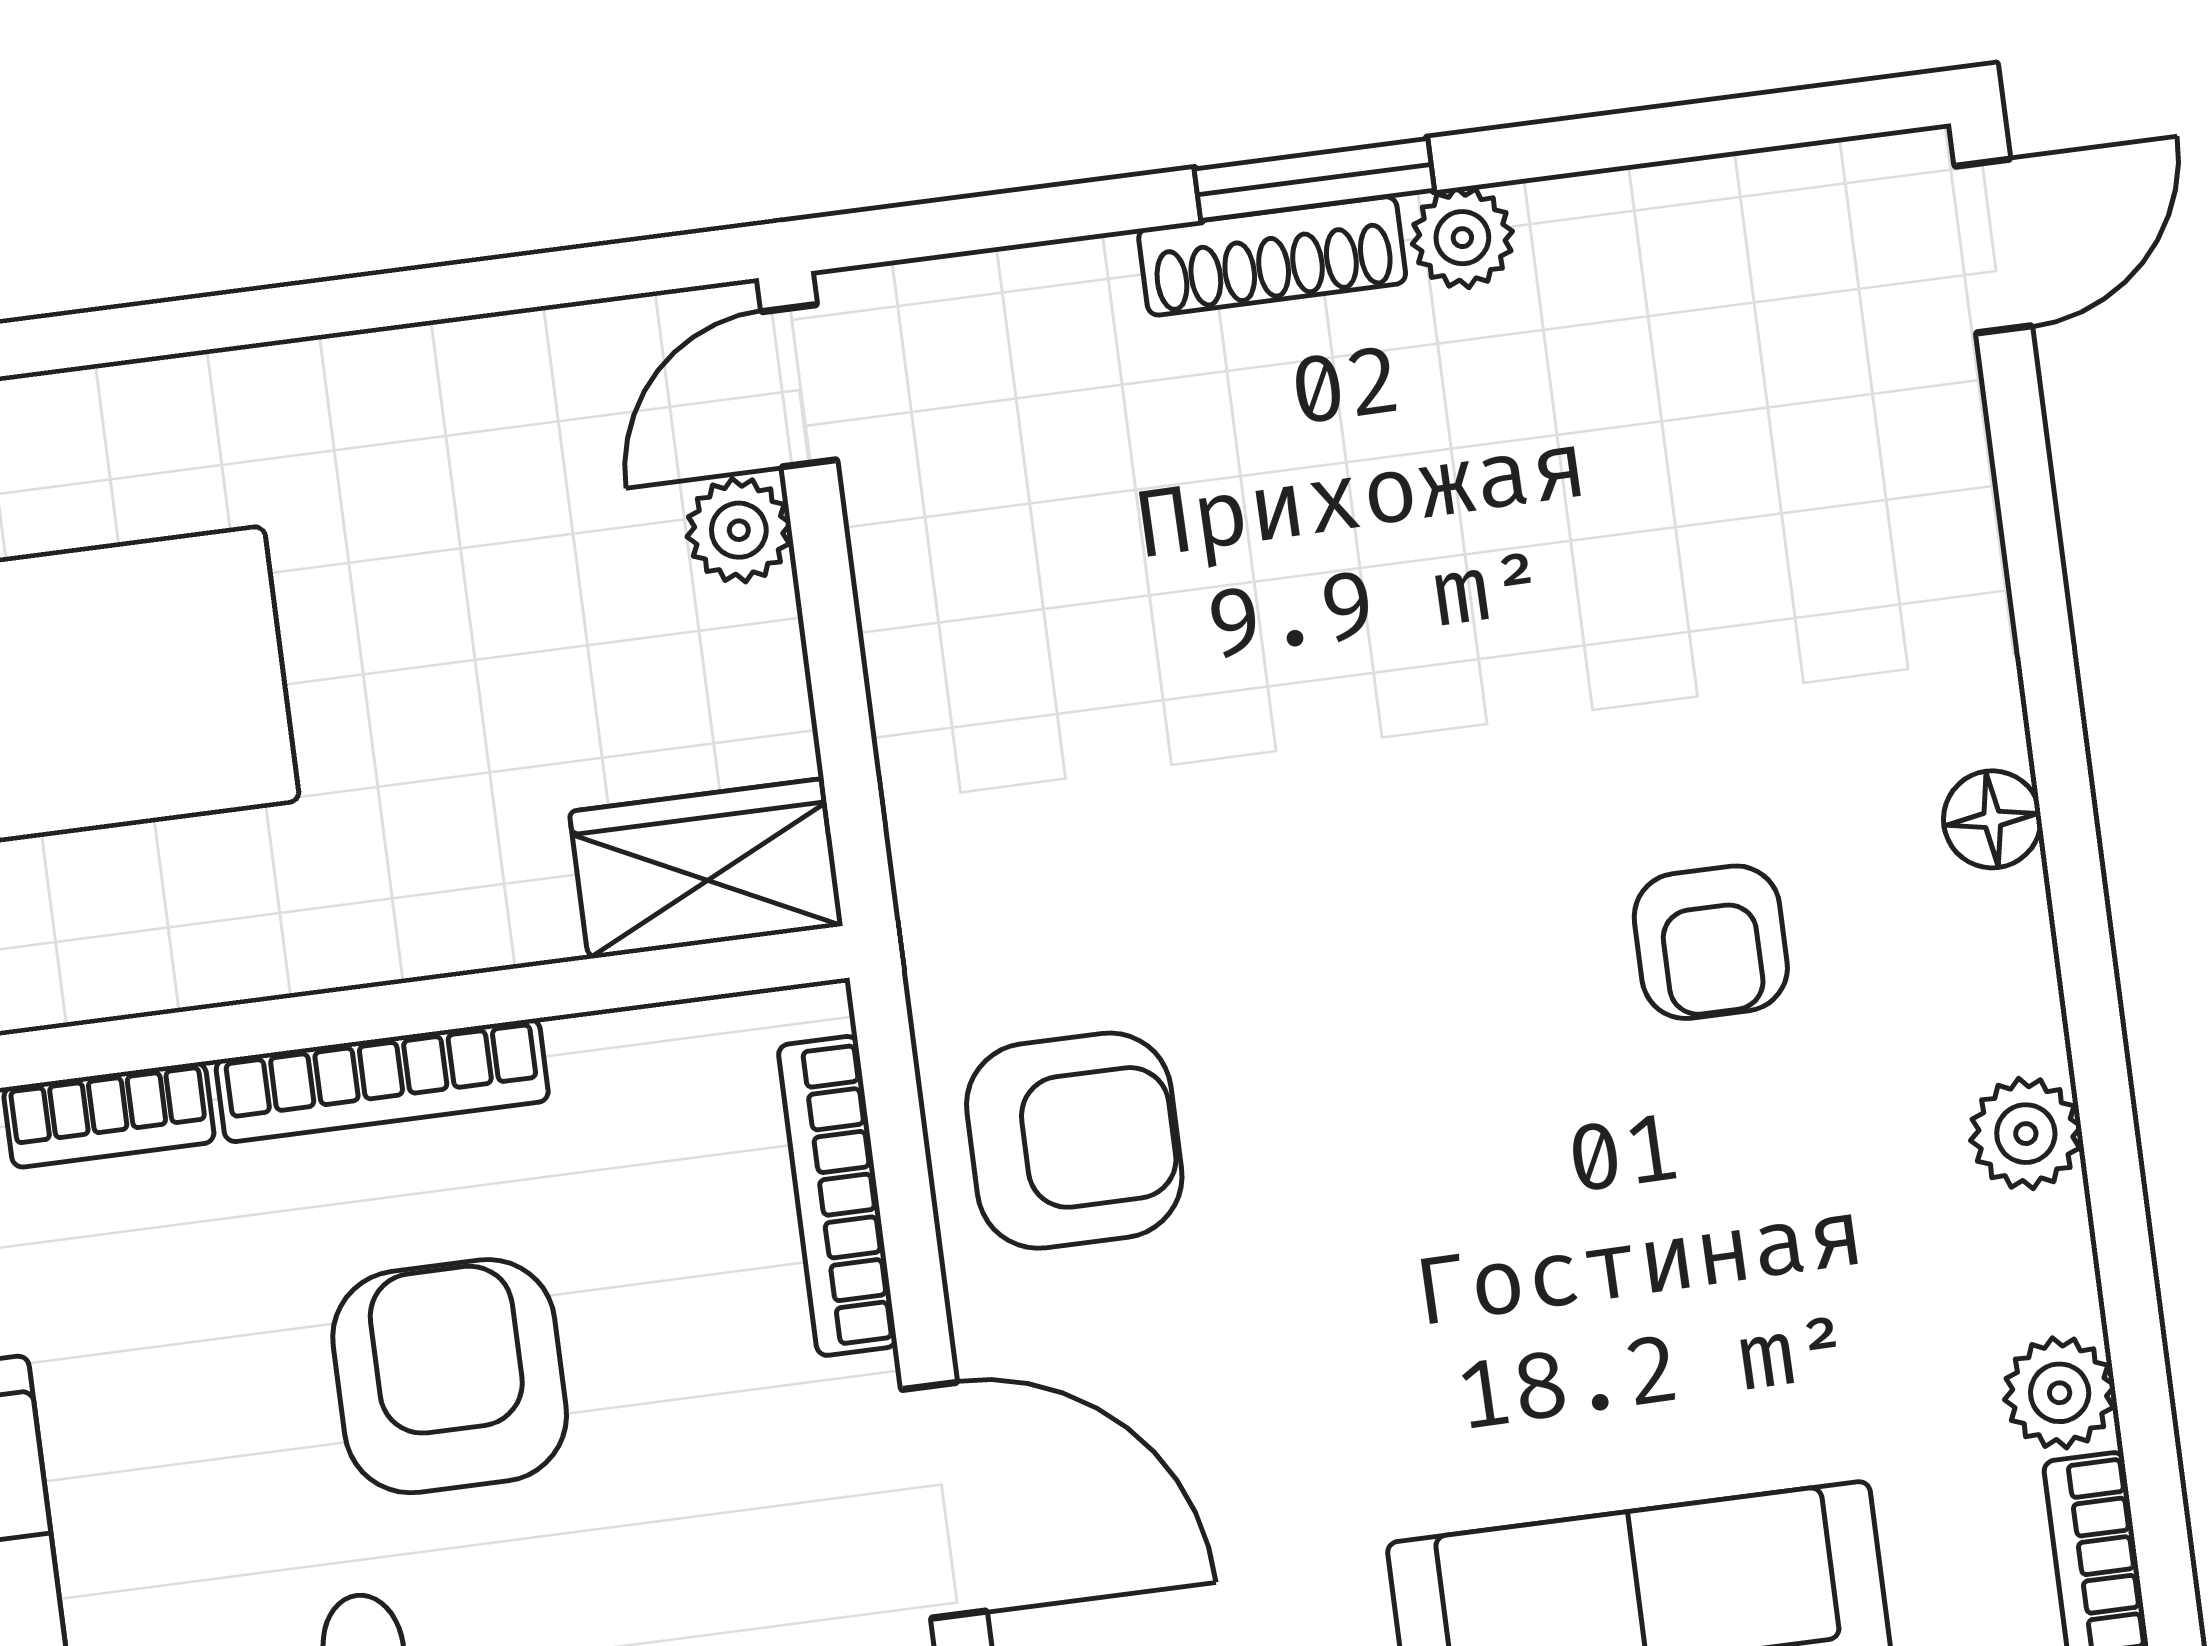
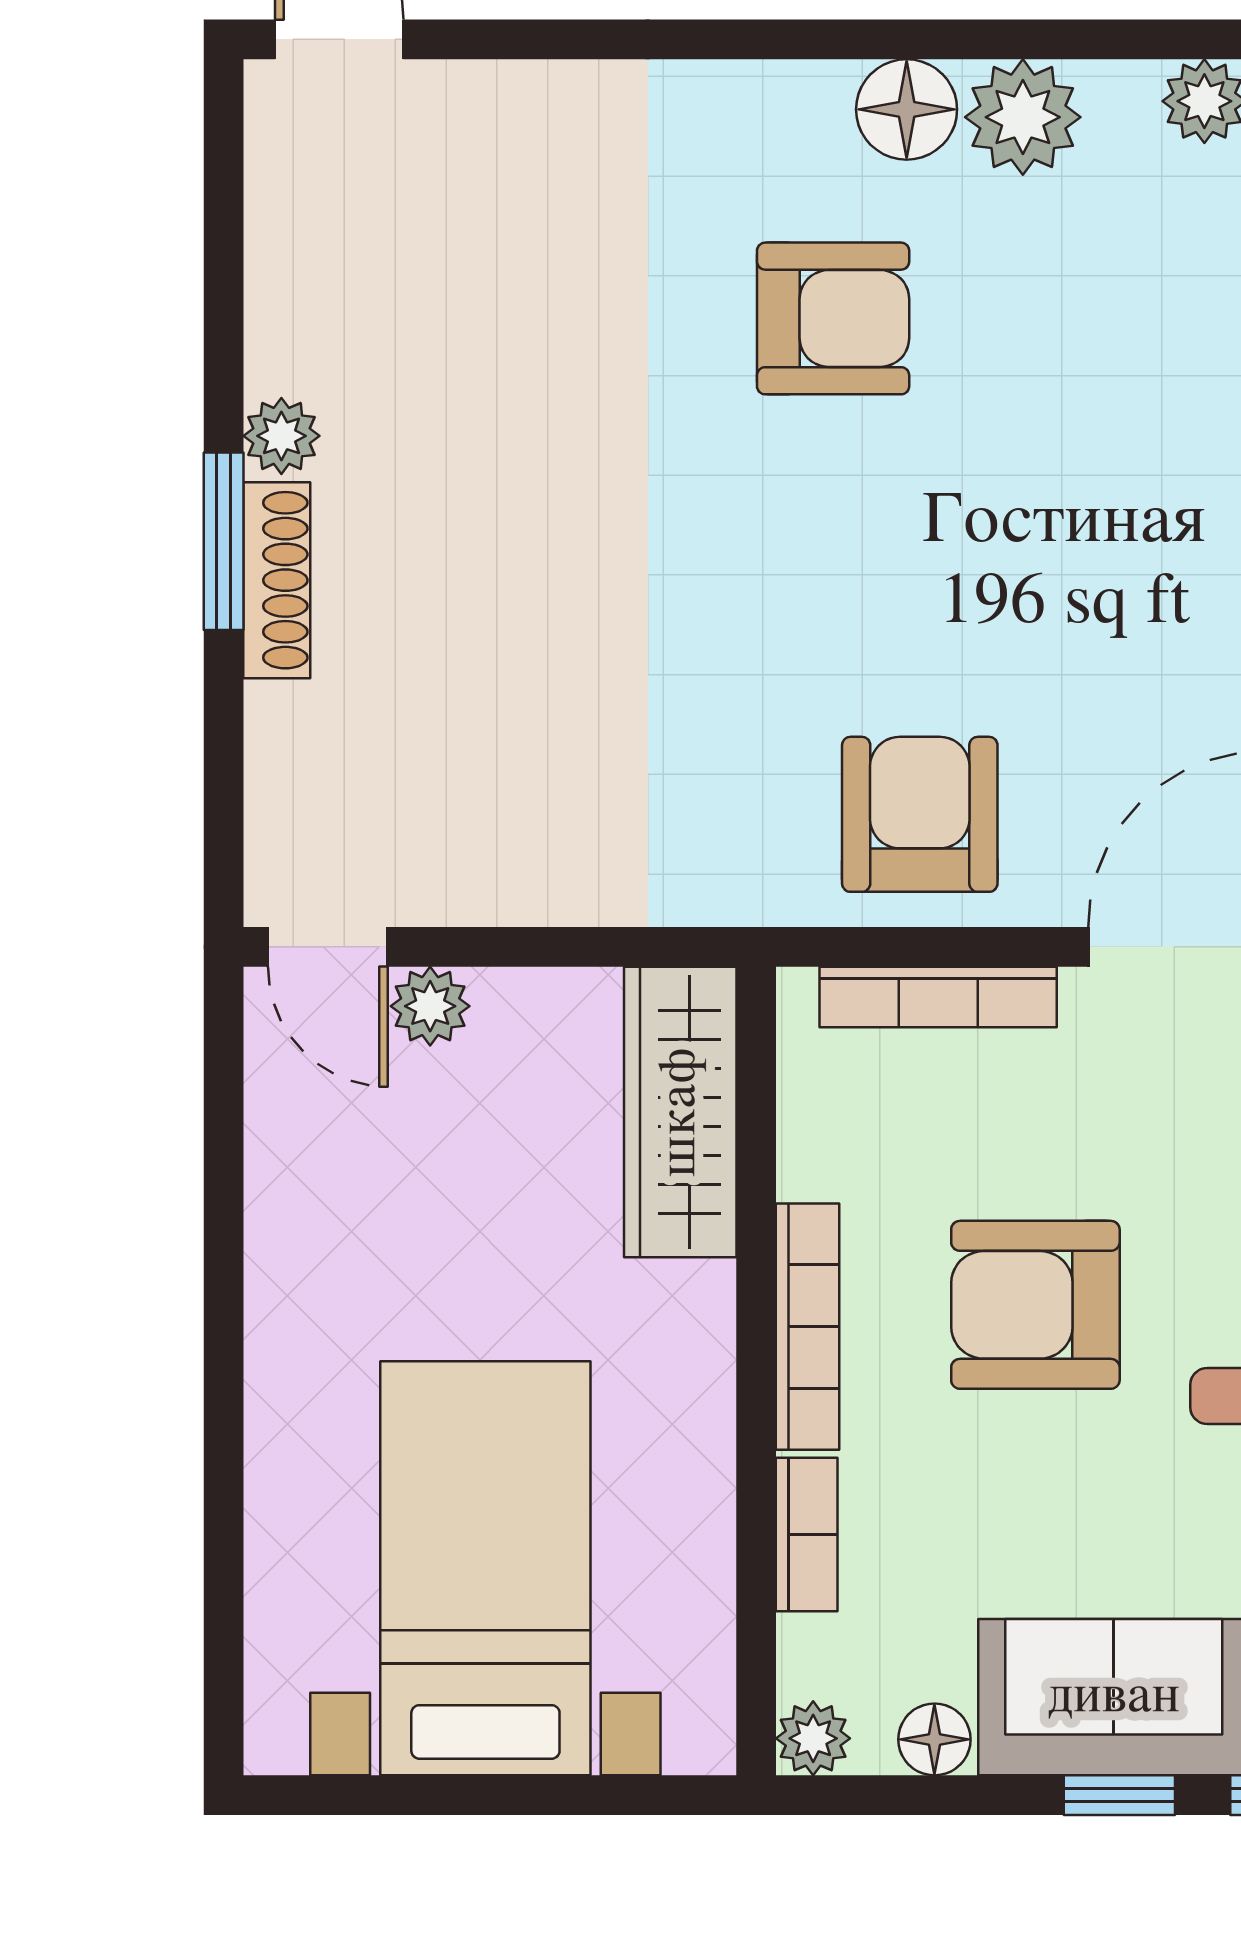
floor lamp: (1992, 819) -> (907, 109), moved, width x1.37, depth x1.37
wardrobe: (706, 869) -> (680, 1112), width x1.50
armchair: (1711, 942) -> (833, 318), width x1.38, depth x1.38
plant: (2026, 1134) -> (1023, 117), width x1.38, depth x1.38

